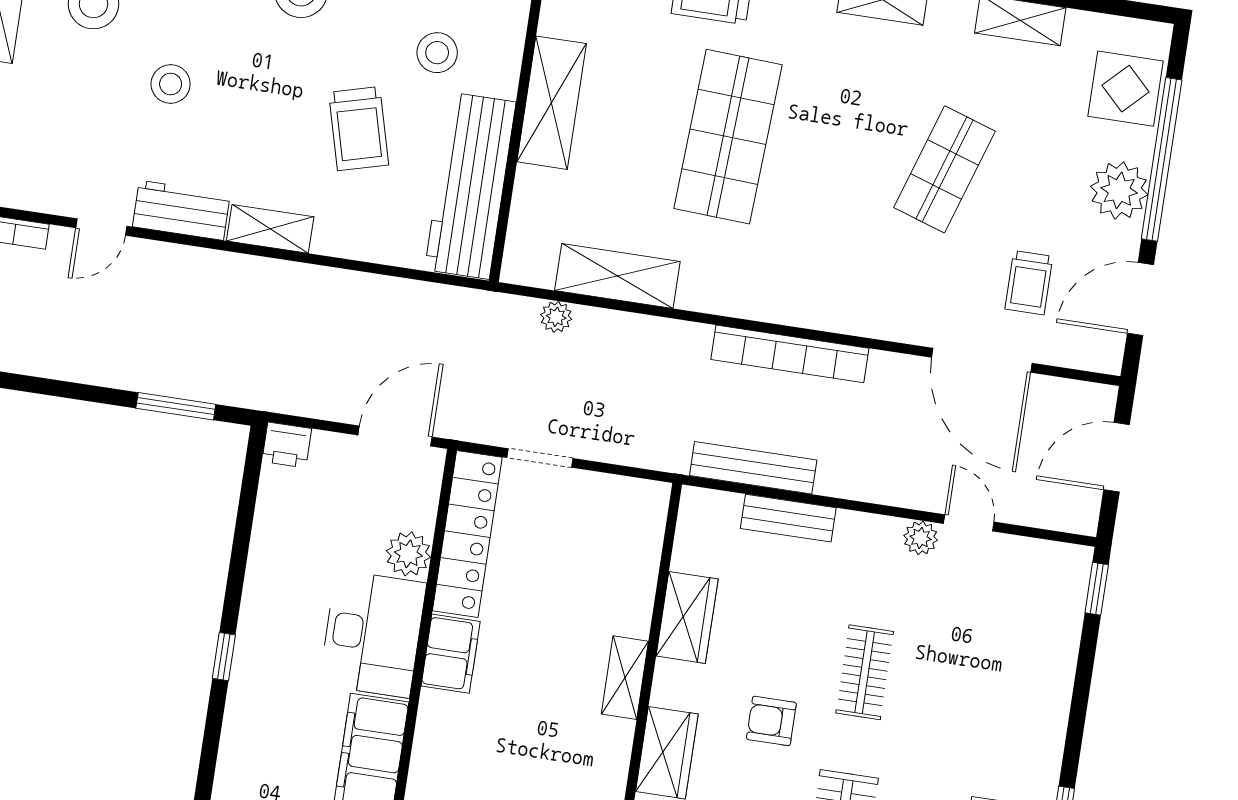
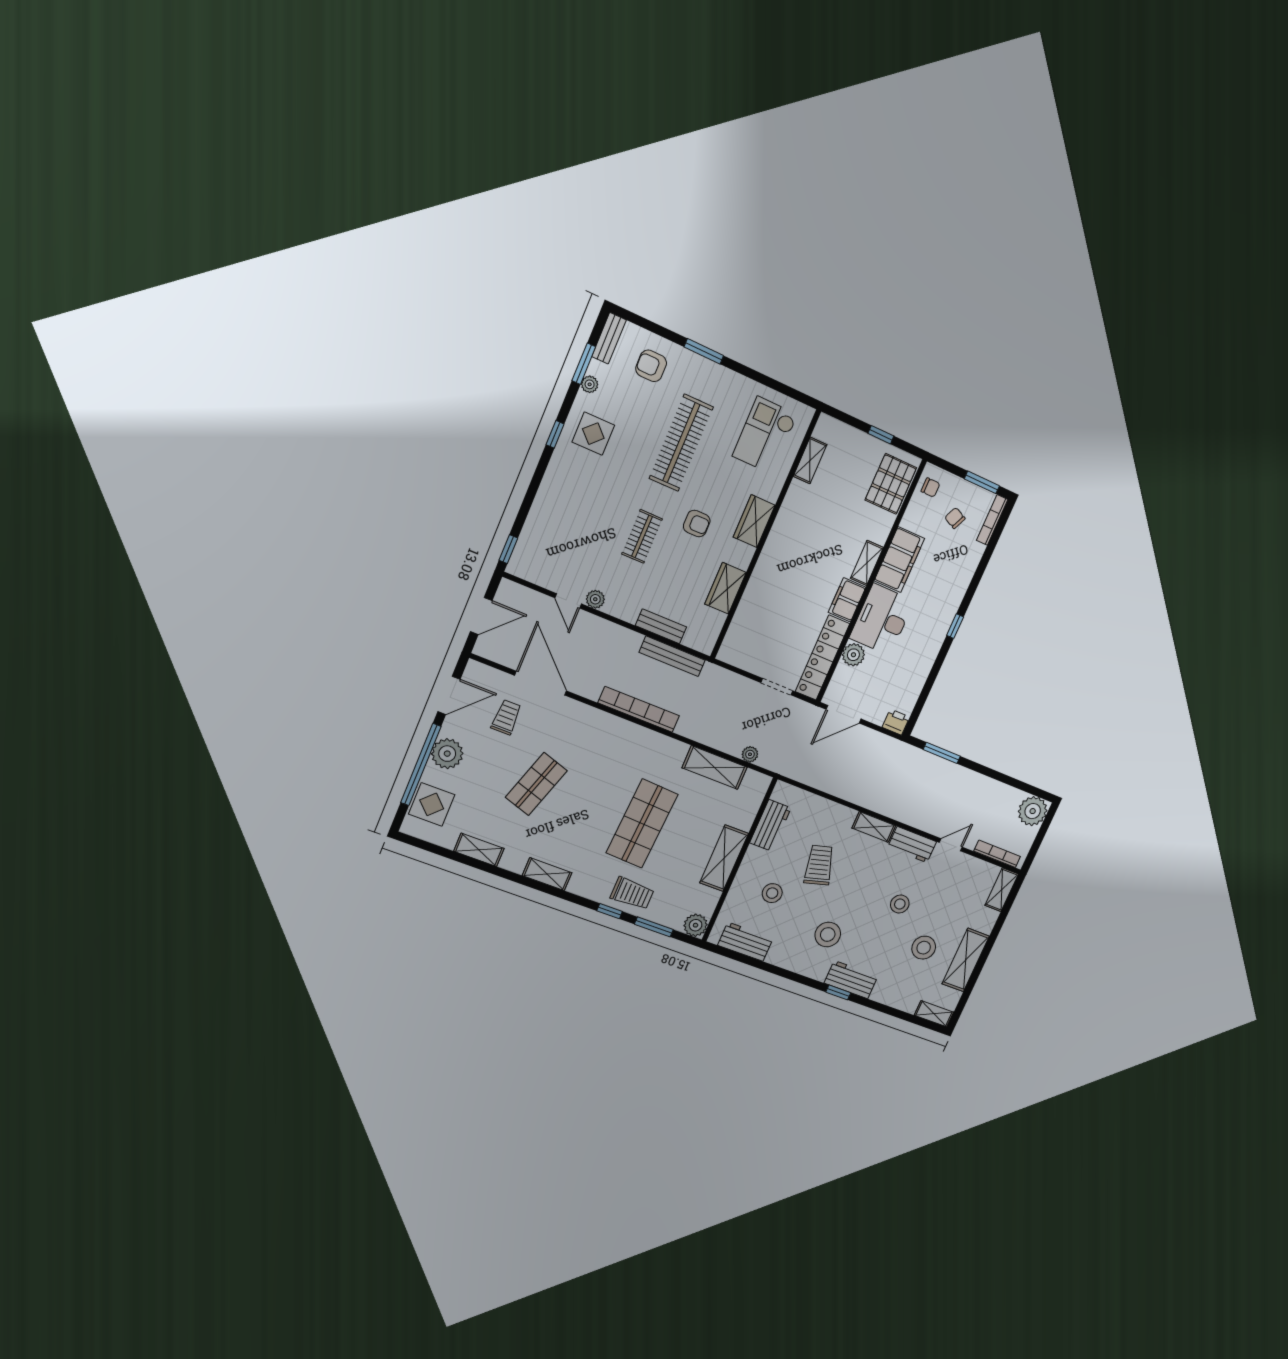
workbench: (470, 186) -> (770, 825), width x0.53, depth x0.76
shelving: (625, 678) -> (867, 563), moved

